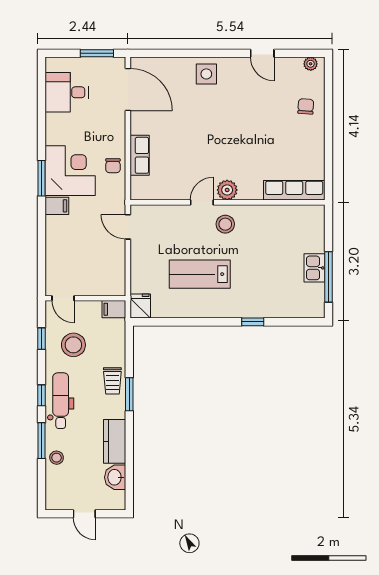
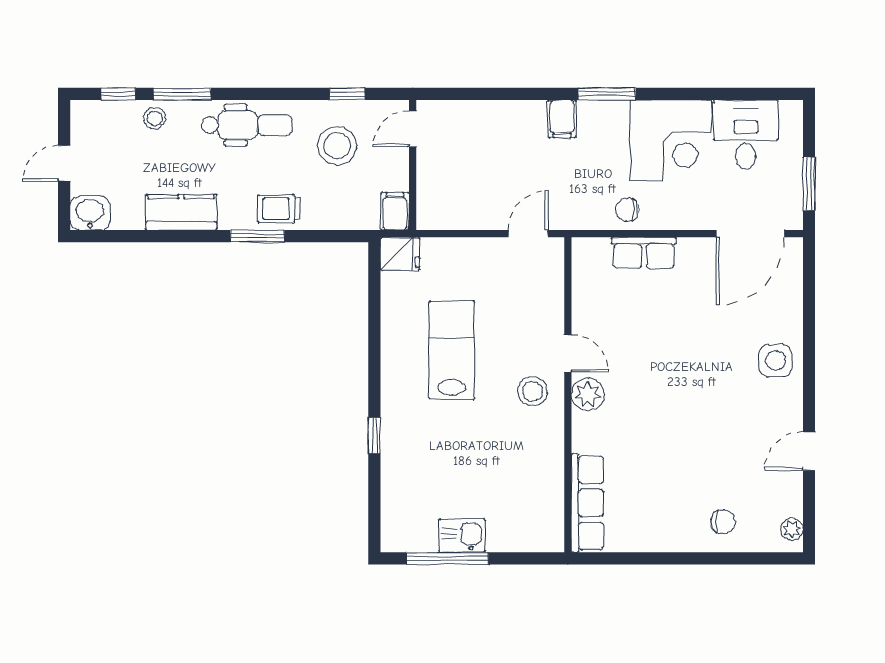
corner desk: (70, 171) -> (671, 140), moved
window: (41, 395) -> (118, 94), moved
washbasin: (115, 477) -> (90, 213), moved

